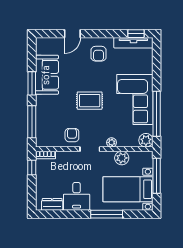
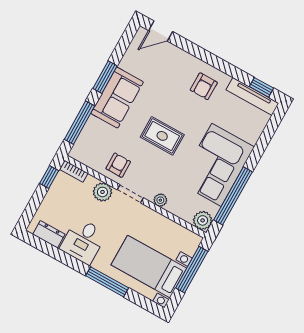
door: (72, 34) -> (161, 31), moved
sofa: (47, 75) -> (117, 98), moved
plant: (122, 158) -> (102, 192), moved

